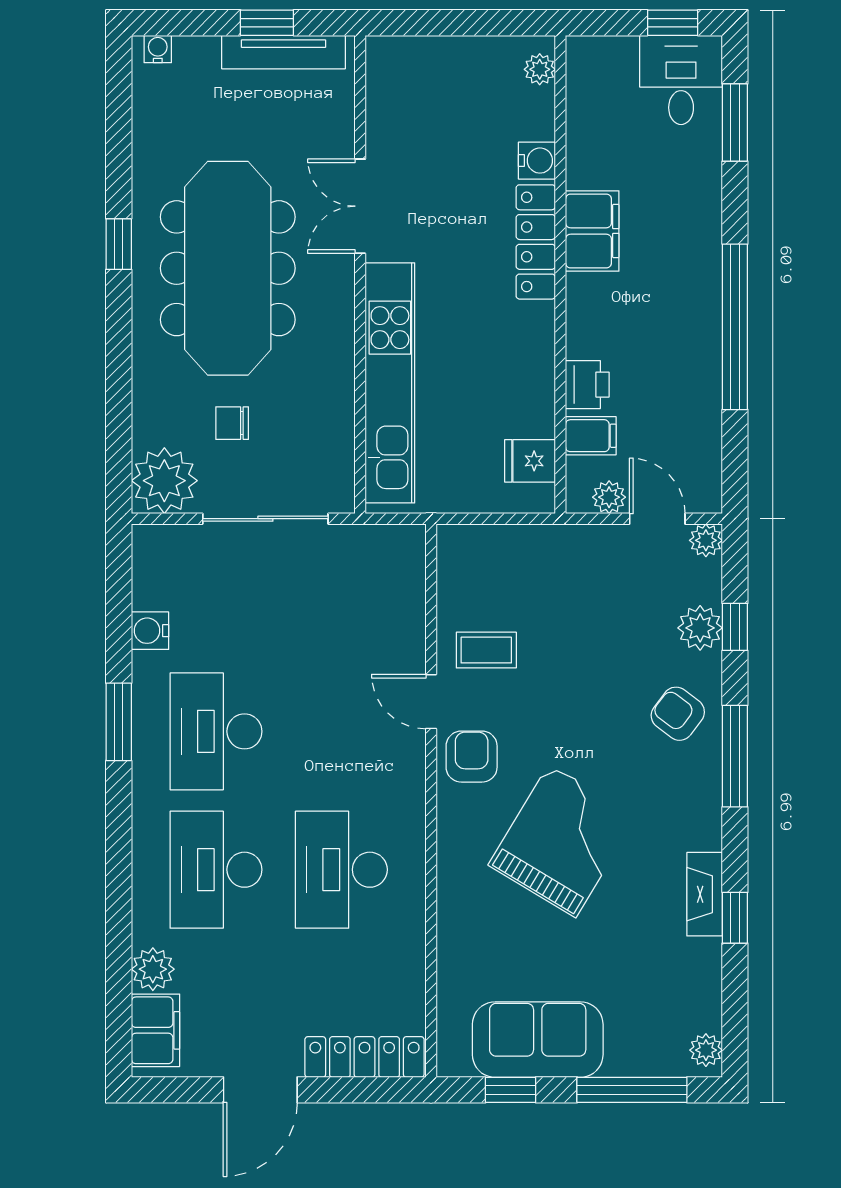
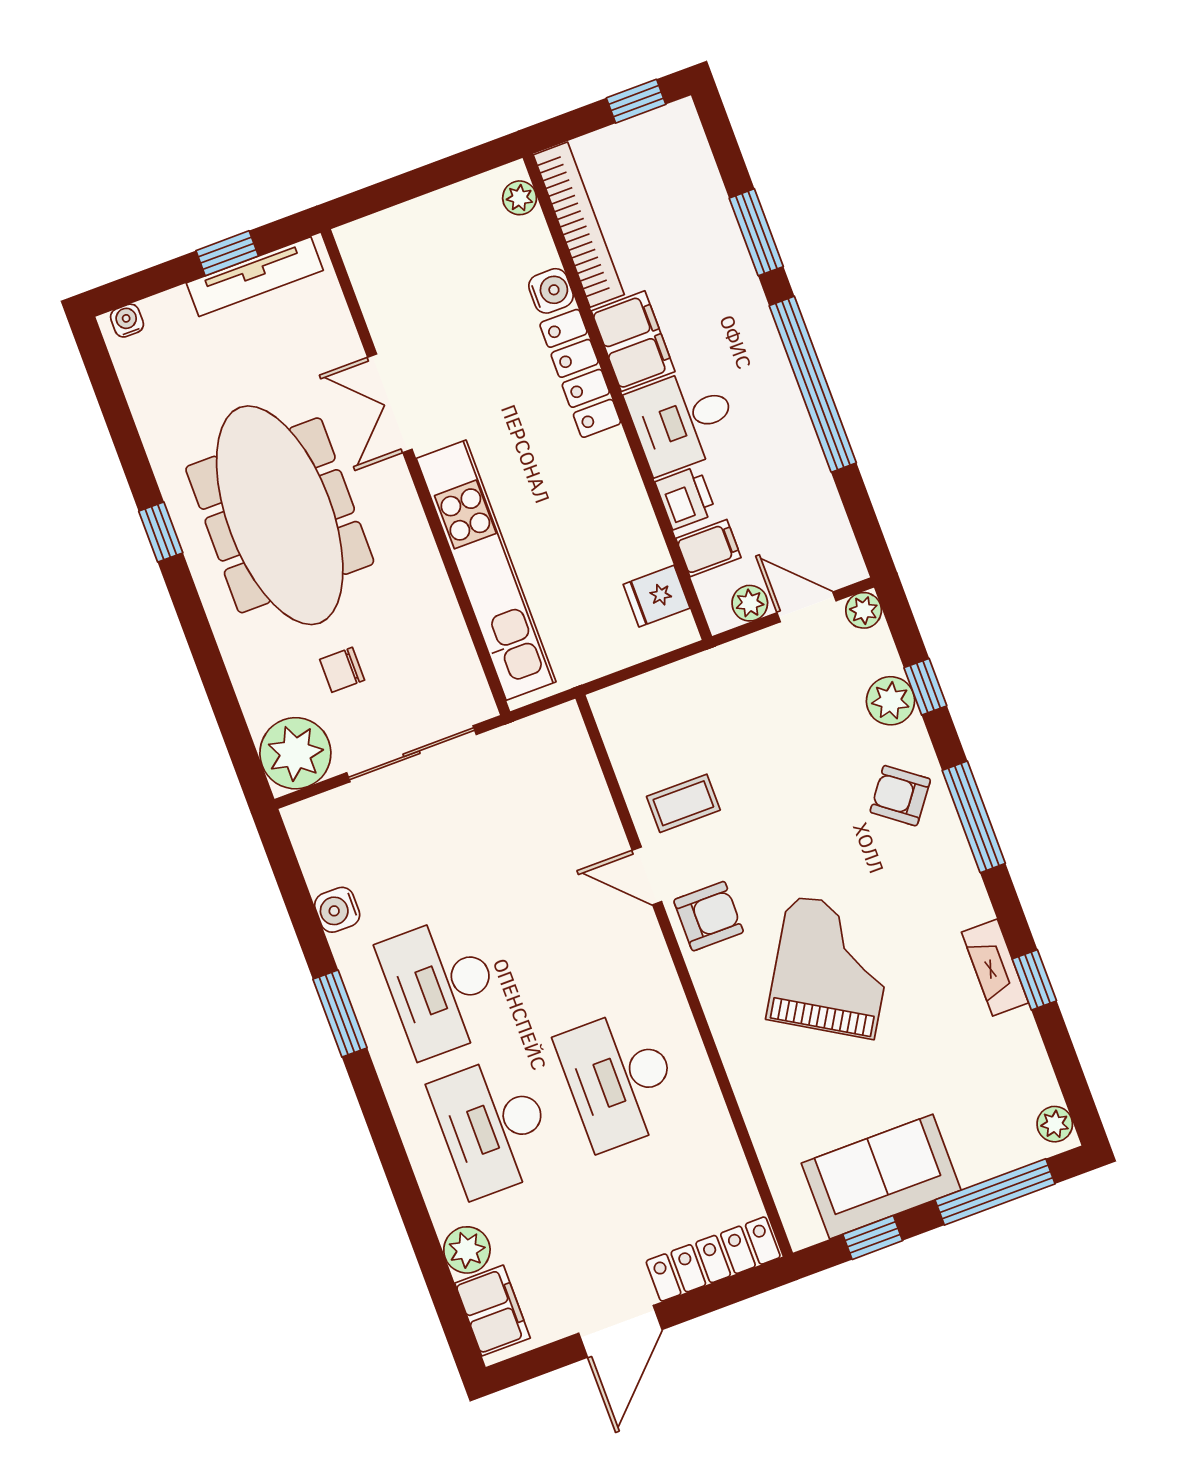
desk: (681, 80) -> (683, 420), moved, turned -90
bookcase: (583, 112) -> (579, 225), added
window: (735, 122) -> (756, 232), moved
armchair: (472, 757) -> (709, 916), turned 90

